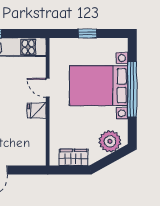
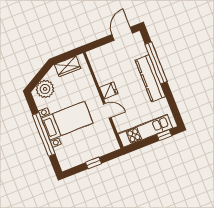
bed with nightstands: (99, 86) -> (67, 121), width x0.73

